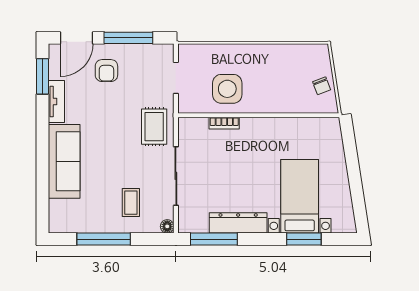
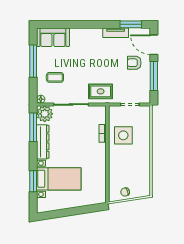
sofa: (64, 161) -> (53, 37), moved, width x0.73
plant: (191, 220) -> (45, 114), added

